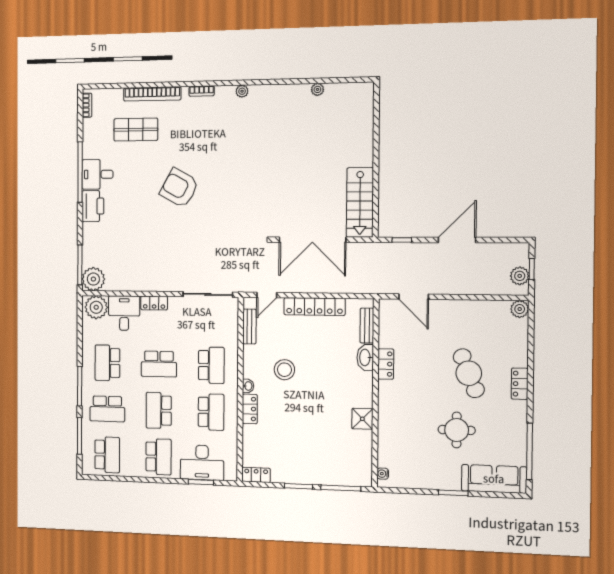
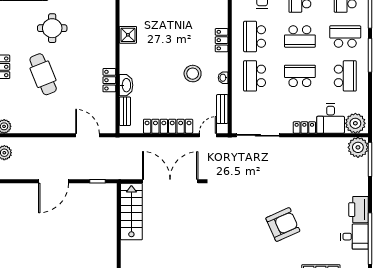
armchair: (179, 188) -> (283, 225), turned -53
washbasin: (248, 386) -> (223, 78), moved
school desk: (159, 410) -> (300, 36), turned 90

